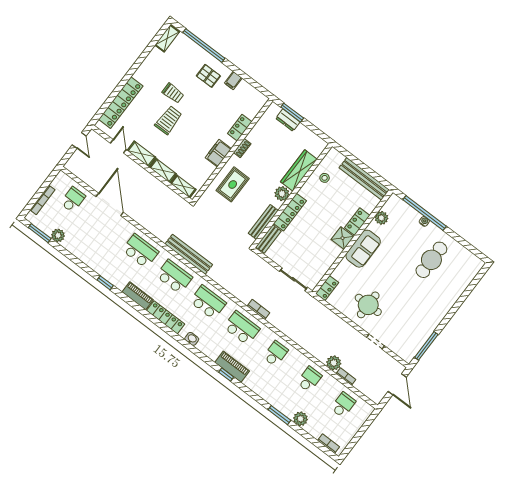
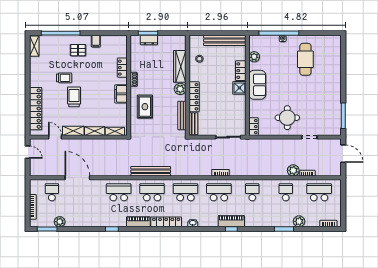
school desk: (343, 405) -> (319, 192), width x1.85

